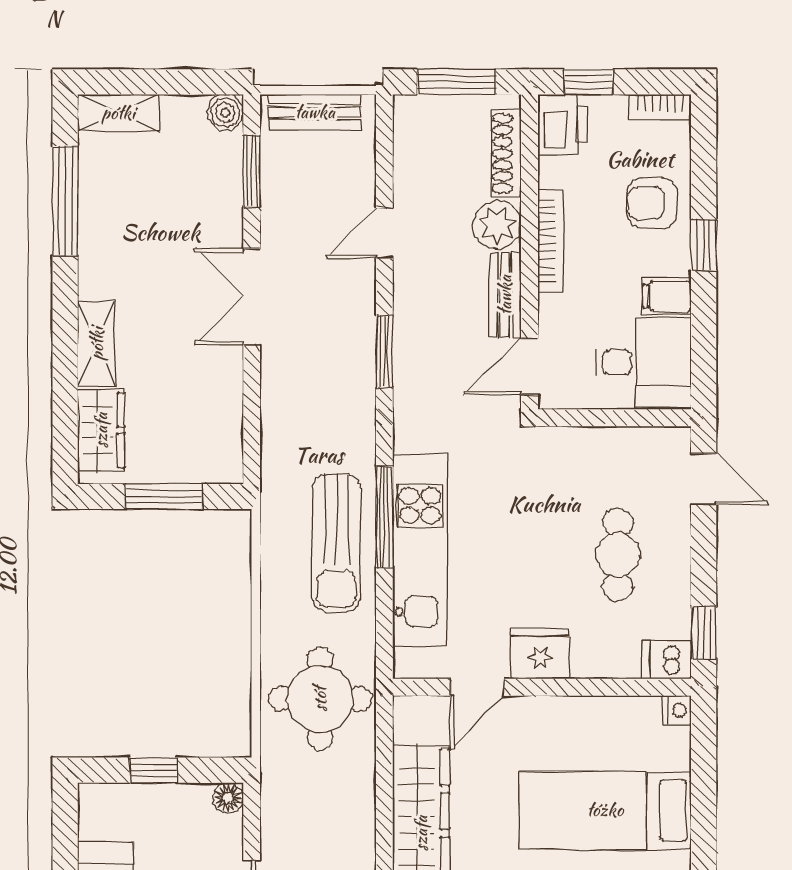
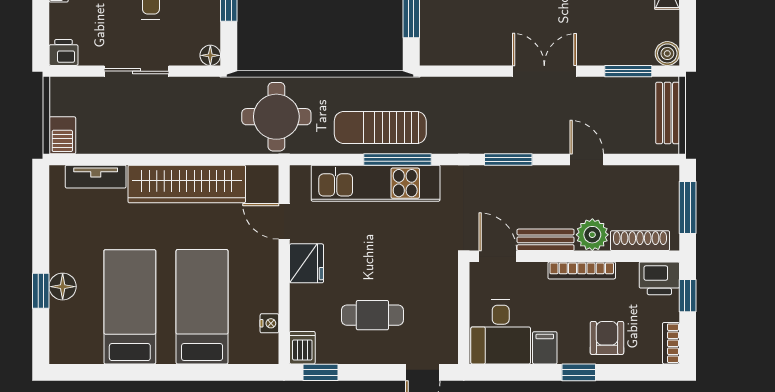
nightstand: (677, 710) -> (269, 323), moved, turned -90

